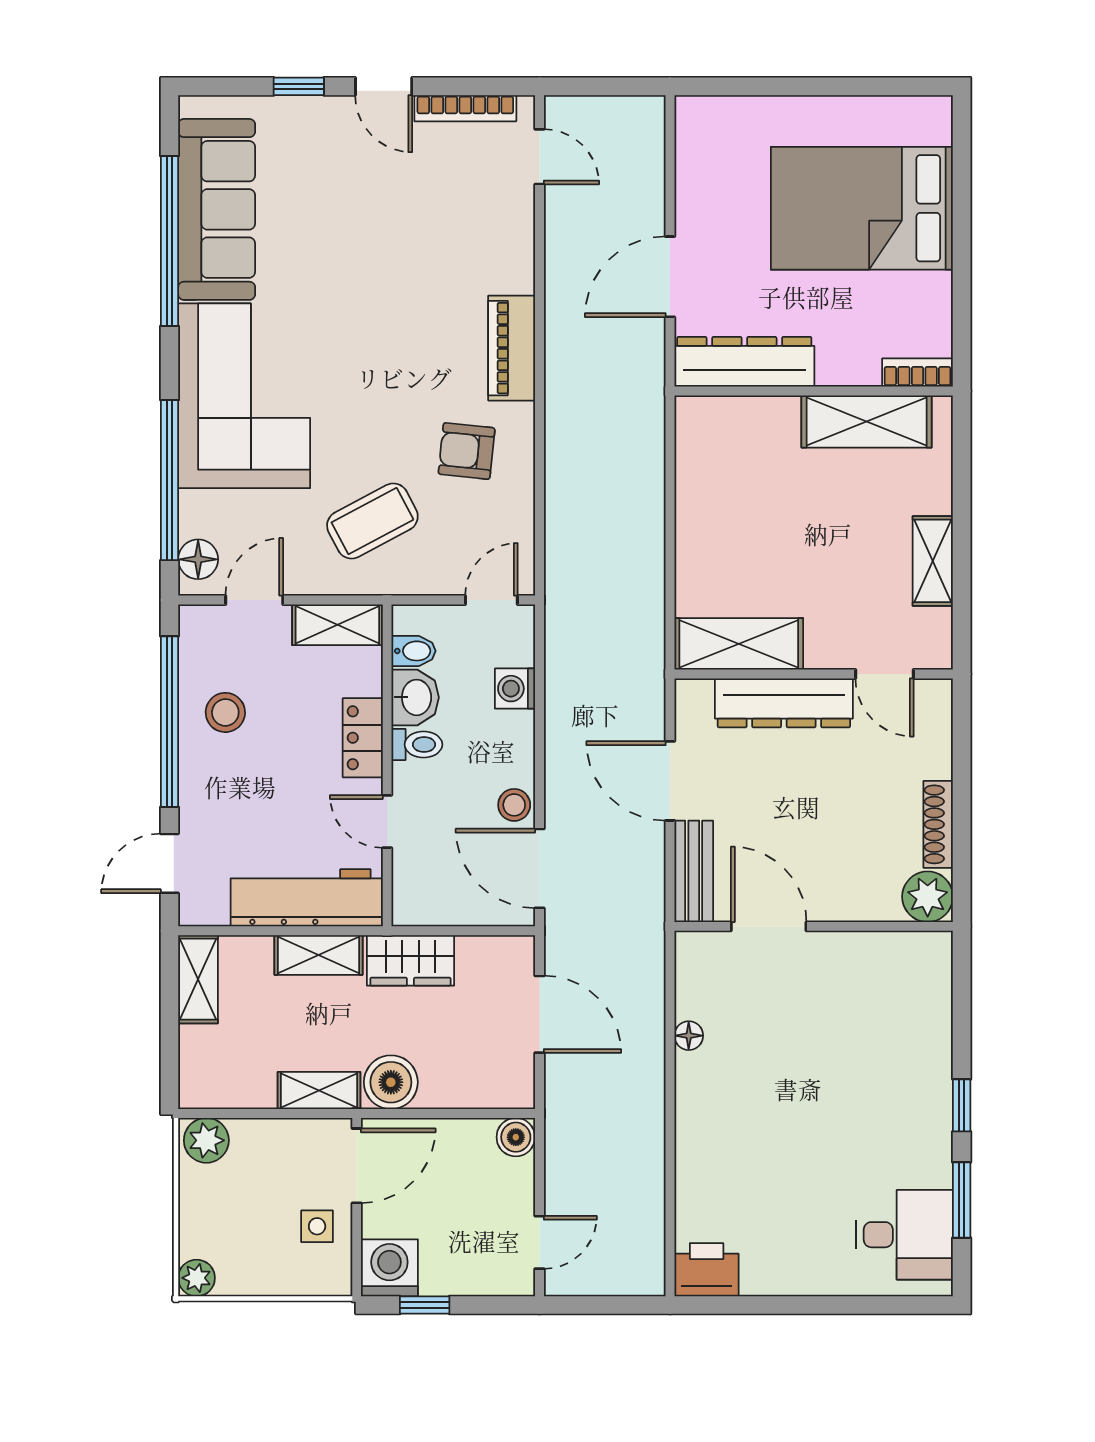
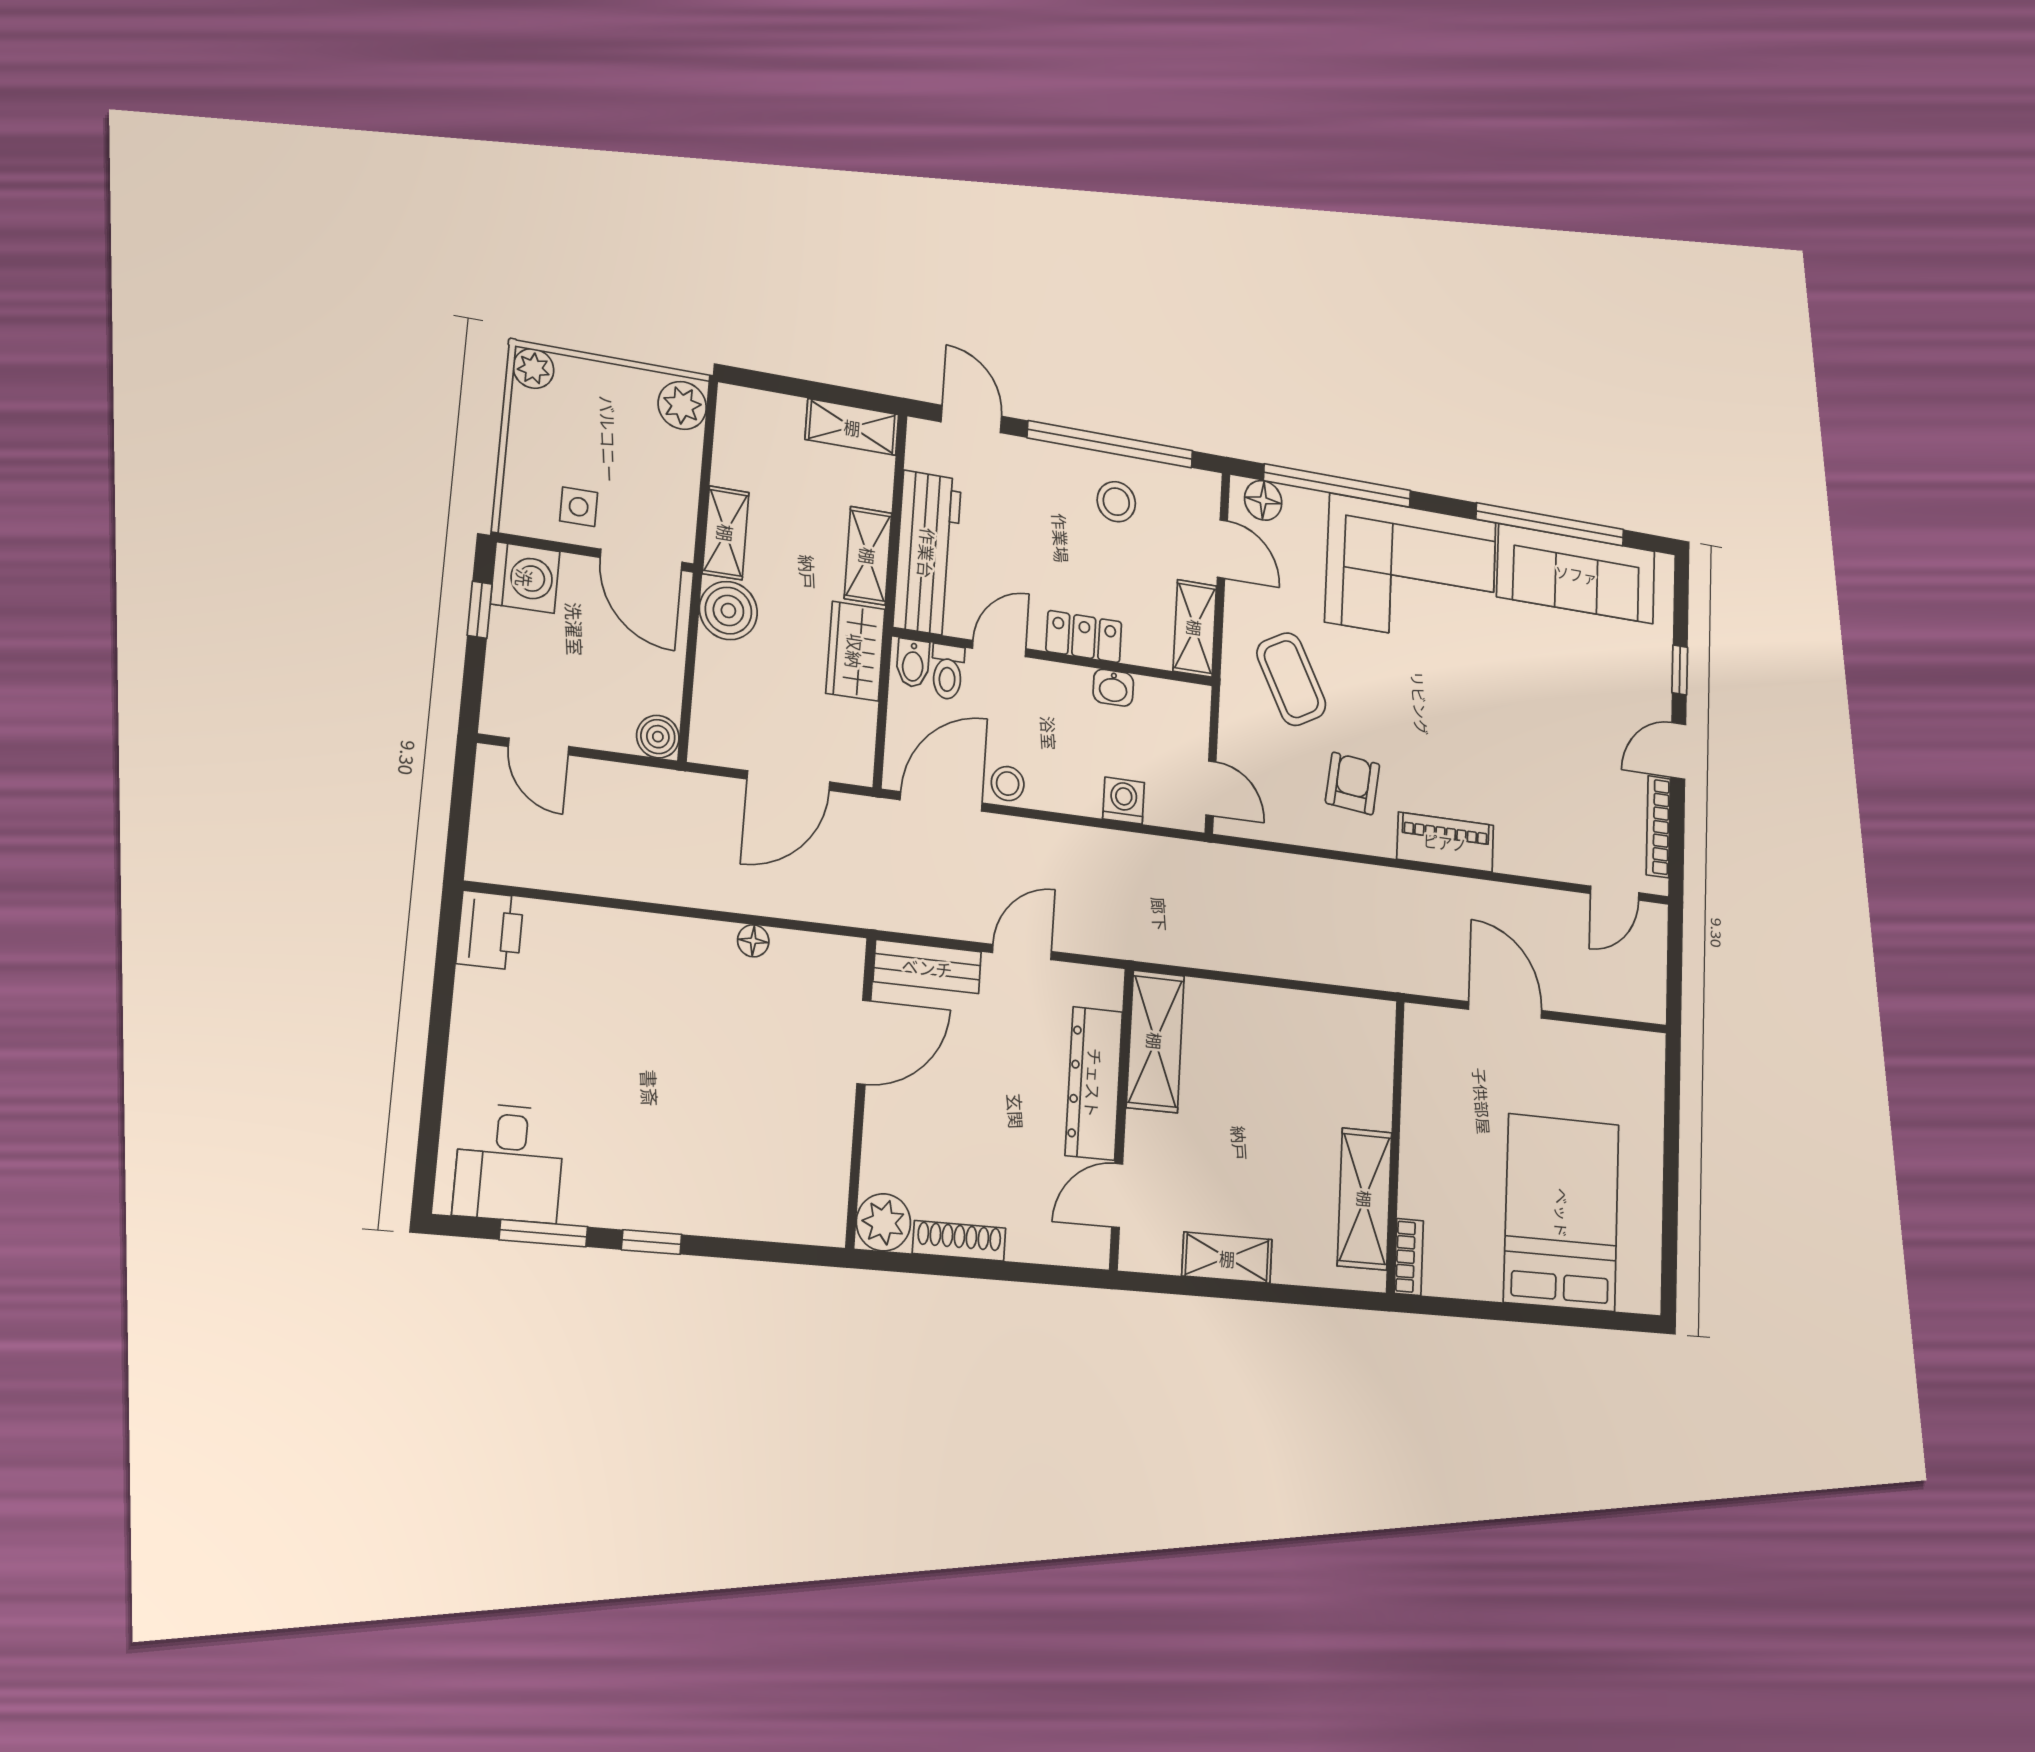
dresser: (744, 362) -> (1425, 1077), removed
bidet: (414, 651) -> (913, 663), moved
washbasin: (415, 697) -> (1113, 688), width x0.72, depth x0.69
toilet: (417, 745) -> (948, 672), moved
door: (670, 781) -> (1022, 952), width x0.73

